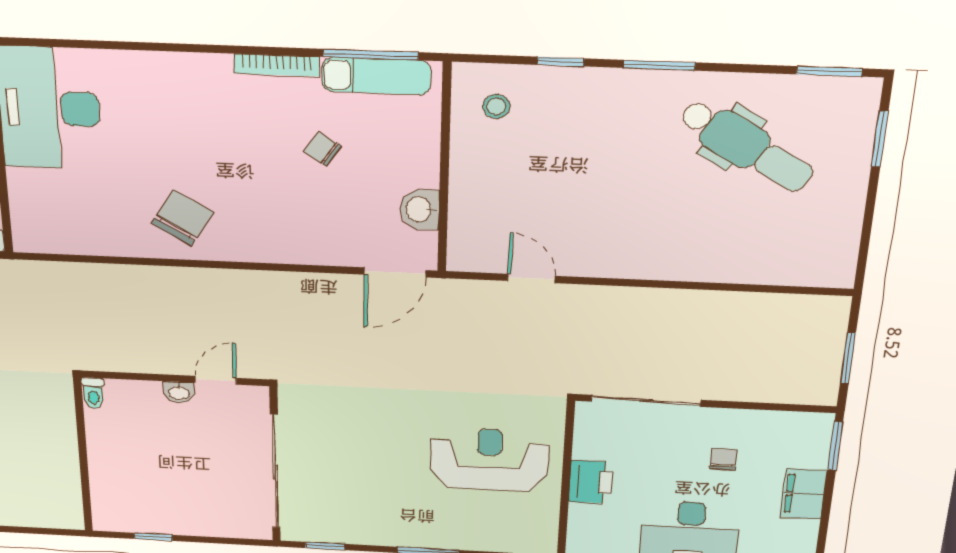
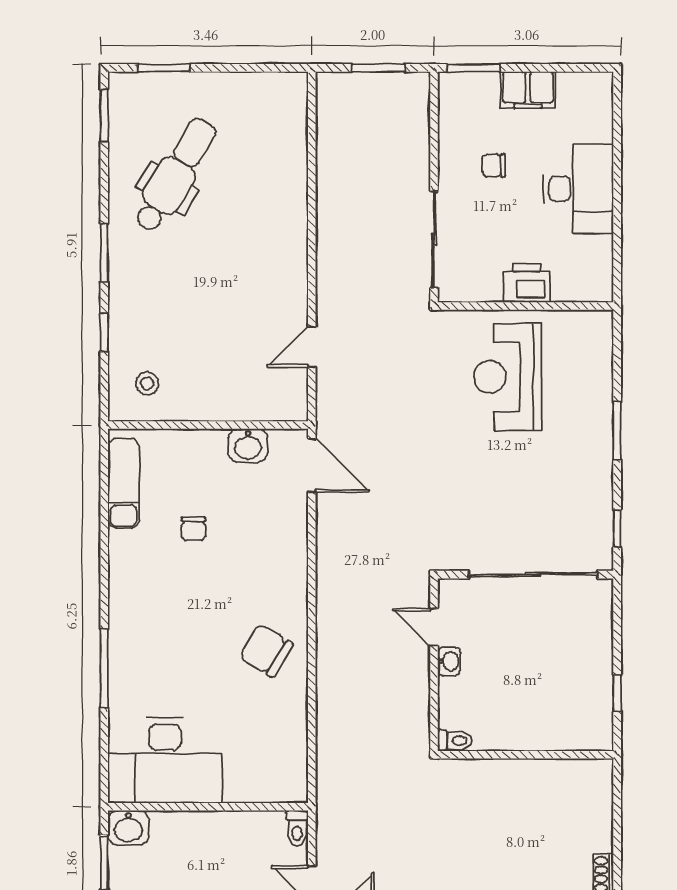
window: (371, 55) -> (104, 668), moved
bookcase: (276, 65) -> (117, 566), removed
chair: (322, 149) -> (193, 529), turned -34

